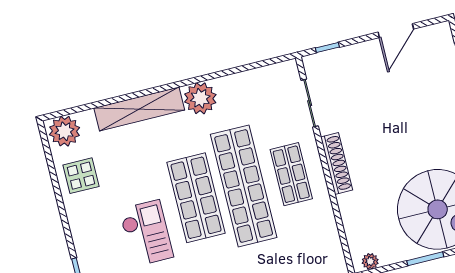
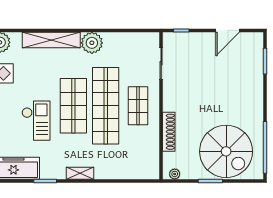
shoe rack: (337, 163) -> (169, 132), moved

